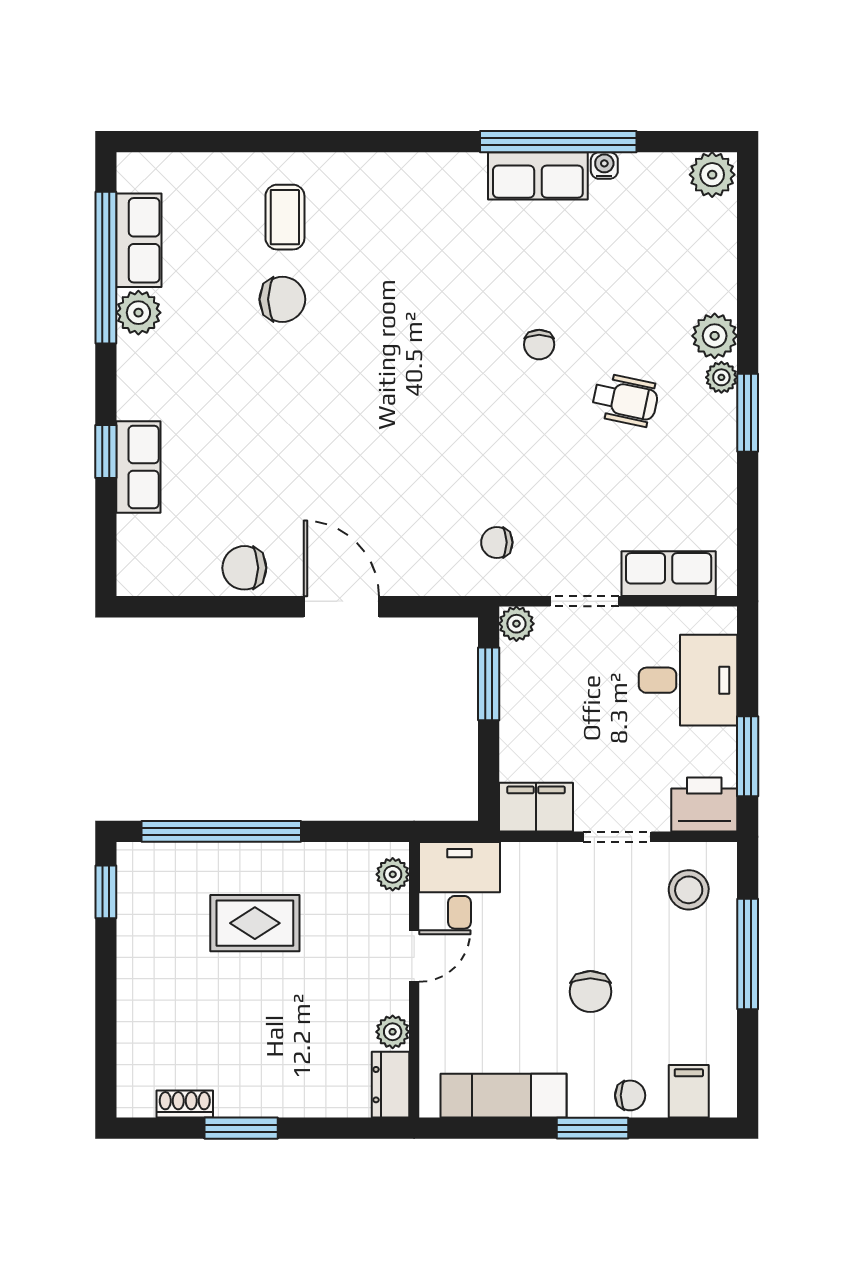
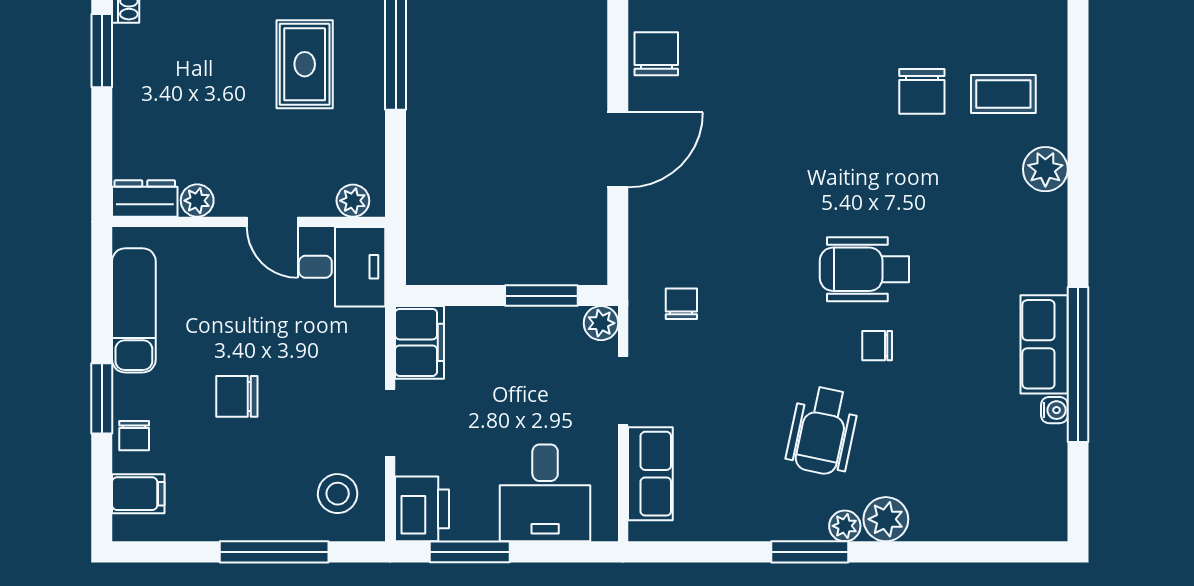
plant: (712, 175) -> (1045, 169), moved
wheelchair: (462, 357) -> (865, 269), added
wheelchair: (625, 400) -> (822, 431), width x1.36, depth x1.37

